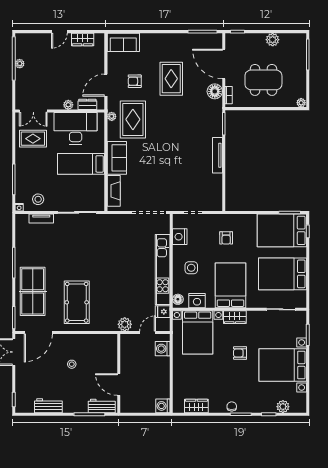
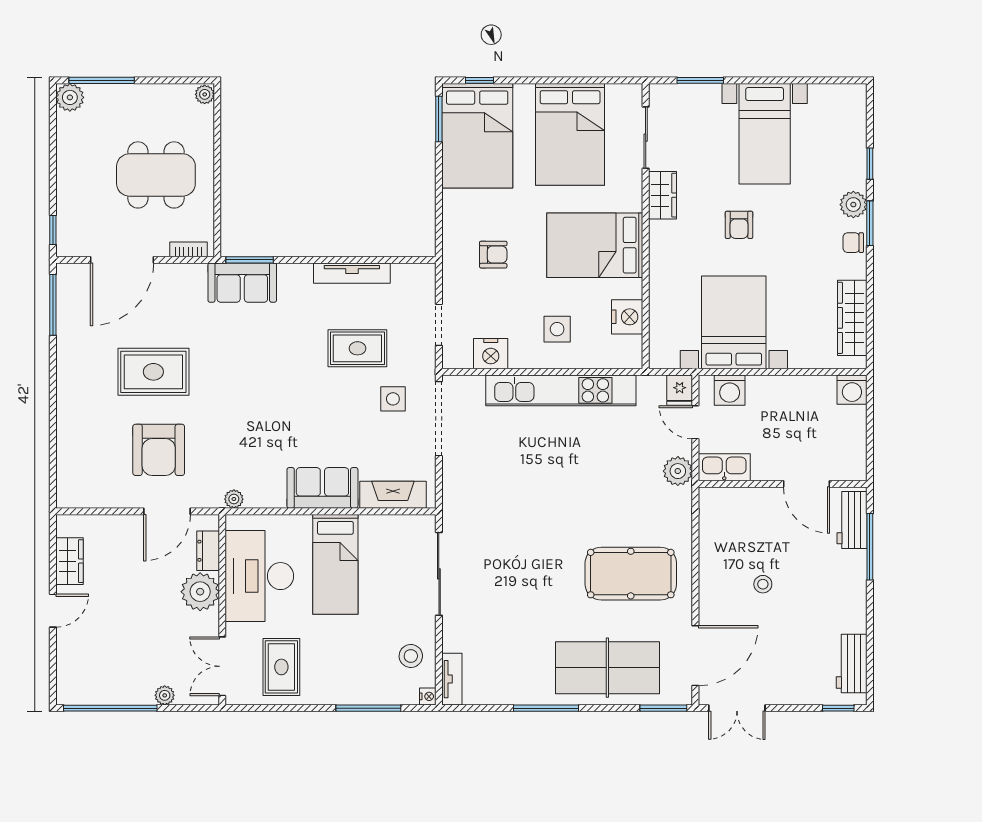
door: (59, 32) -> (53, 611), hinge flipped
plant: (273, 40) -> (70, 97), moved
sofa: (123, 42) -> (242, 283), moved, turned 90
plant: (20, 64) -> (165, 695), moved
dining table: (263, 80) -> (156, 175), turned 90
armchair: (135, 81) -> (159, 450), width x1.88, depth x1.88
door: (106, 85) -> (167, 511), hinge flipped
floor lamp: (215, 91) -> (180, 279), removed
plant: (68, 105) -> (200, 592), width x1.88, depth x1.88
double door: (33, 111) -> (222, 666), swing flipped
rug: (133, 119) -> (357, 348), moved, width x0.73, depth x0.70
tv unit: (217, 155) -> (352, 273), moved
side table: (159, 191) -> (393, 399), added
tv unit: (41, 218) -> (452, 679), moved
floor lamp: (178, 299) -> (624, 358), removed
fridge: (163, 312) -> (680, 390), moved
wardrobe: (235, 317) -> (662, 195), moved
bed with nightstands: (198, 332) -> (734, 322), moved, turned -90
door: (38, 333) -> (695, 656), hinge flipped
kitchen sink: (126, 346) -> (724, 467), added
bed with nightstands: (283, 365) -> (765, 134), width x0.73
door: (119, 385) -> (806, 484), hinge flipped
workbench: (48, 406) -> (852, 664), moved
wardrobe: (196, 406) -> (852, 318), width x1.50
plant: (283, 407) -> (853, 205), moved

